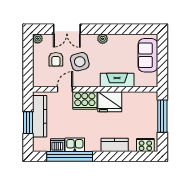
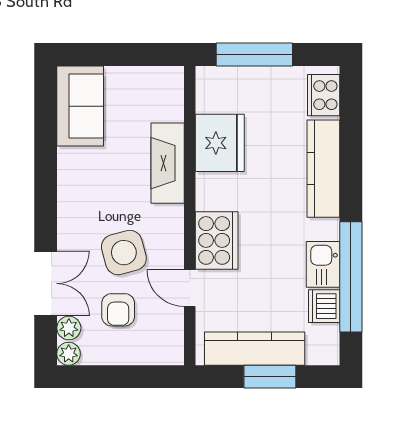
plant: (103, 39) -> (69, 328), moved
sofa: (148, 55) -> (80, 106), moved, turned -90
armchair: (56, 59) -> (118, 310), turned 90
fridge: (110, 102) -> (220, 143), moved
kitchen counter: (115, 145) -> (323, 169), width x1.50

